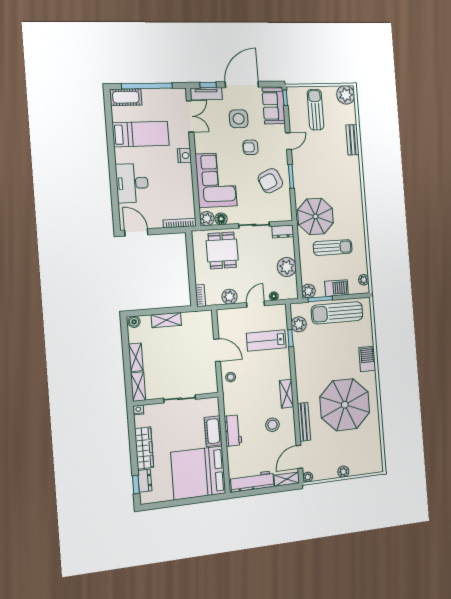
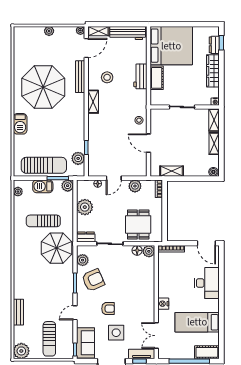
corner sofa: (216, 180) -> (139, 283), removed
plant: (284, 204) -> (83, 260), added
shelving: (166, 320) -> (172, 171), moved
lab bench: (266, 340) -> (107, 147), removed

